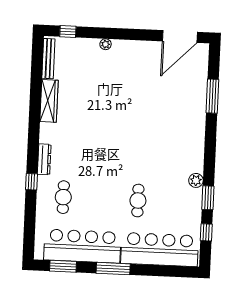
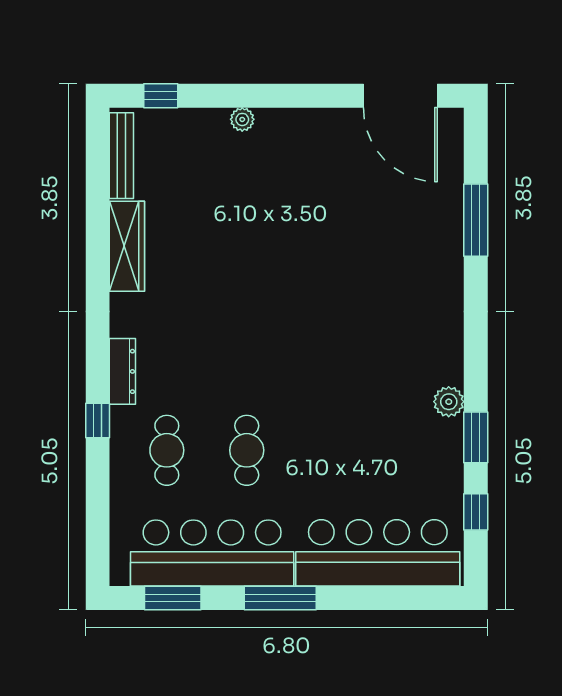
door: (180, 37) -> (400, 96), hinge flipped
cafe table: (138, 201) -> (247, 450), moved

